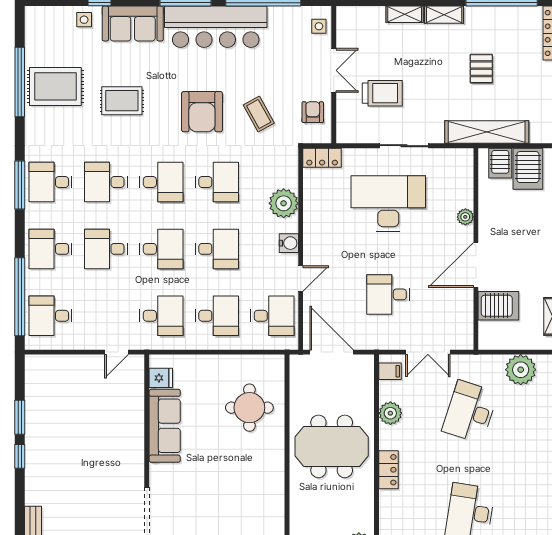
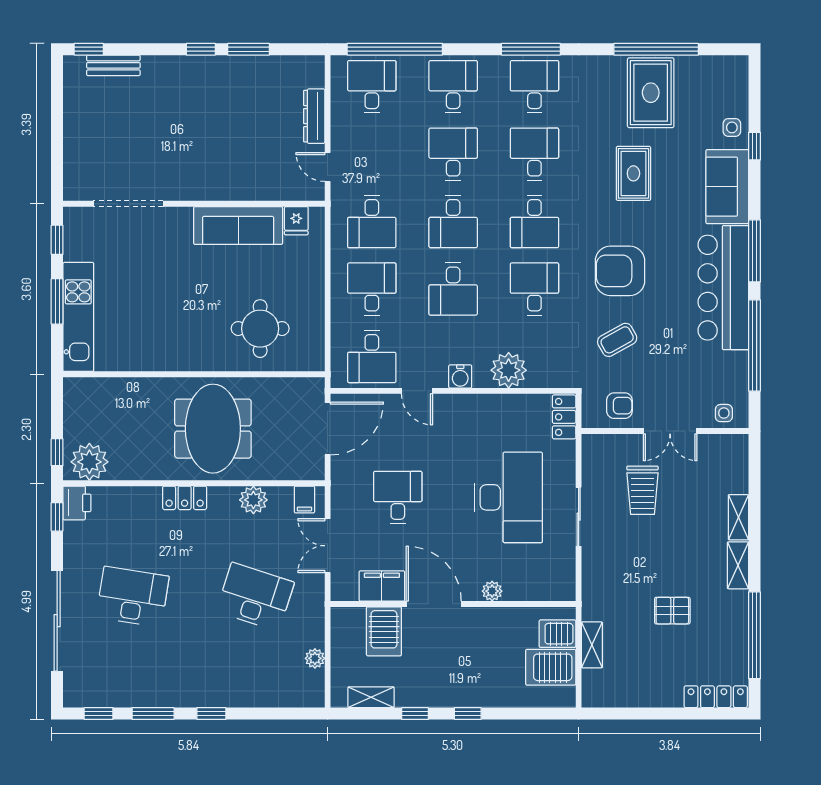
shelving: (487, 132) -> (592, 645), width x0.45, depth x0.75
desk: (217, 182) -> (534, 289), turned 180
filing cabinet: (461, 308) -> (382, 586), added
desk: (217, 316) -> (372, 289), turned 180
dresser: (75, 363) -> (314, 116), added
plant: (521, 370) -> (315, 658), width x0.53, depth x0.53

